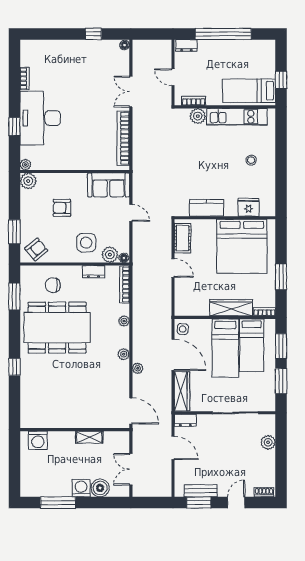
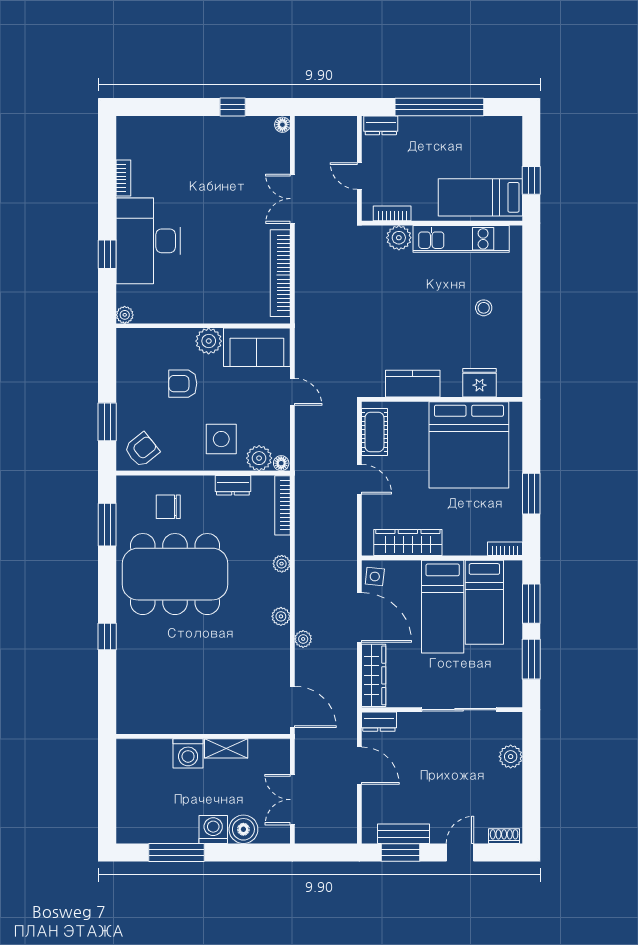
plant: (28, 181) -> (209, 341), moved
wardrobe: (231, 308) -> (408, 543), moved
washing machine: (38, 440) -> (188, 753), moved

